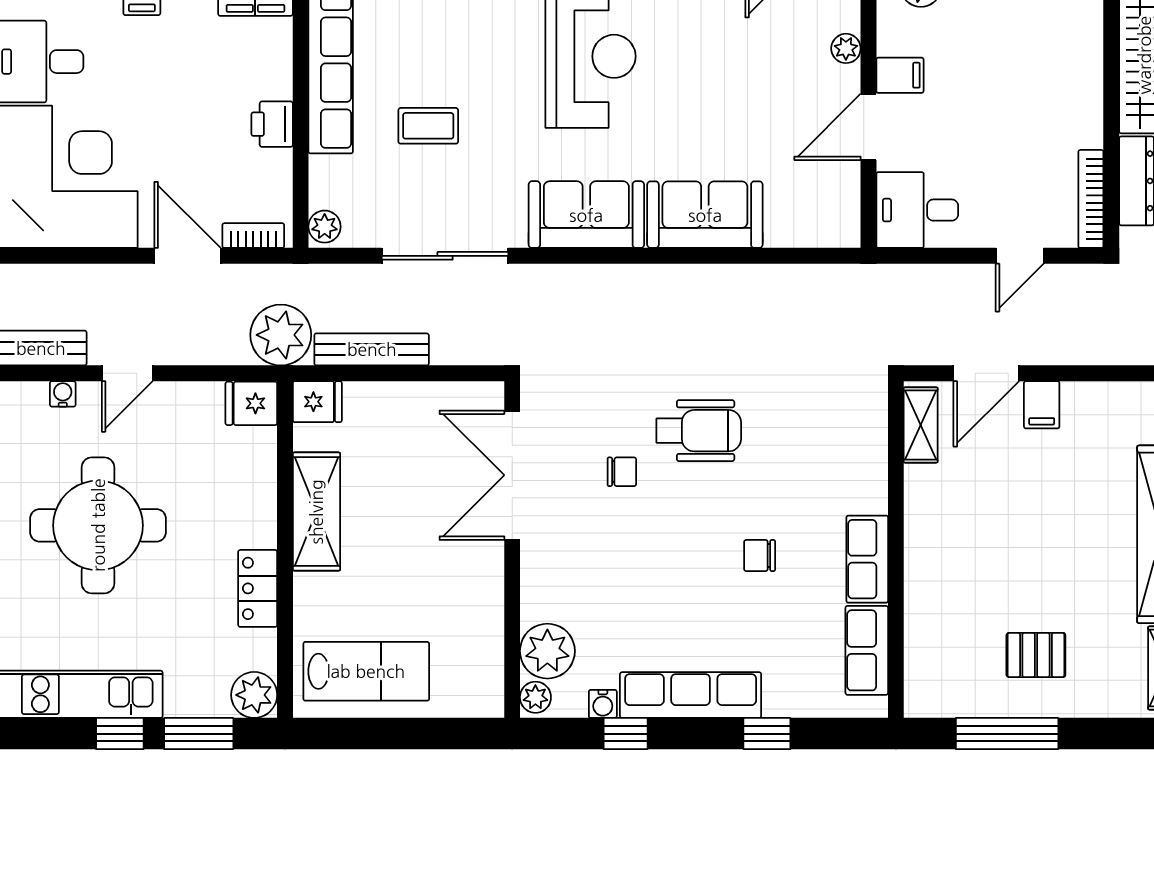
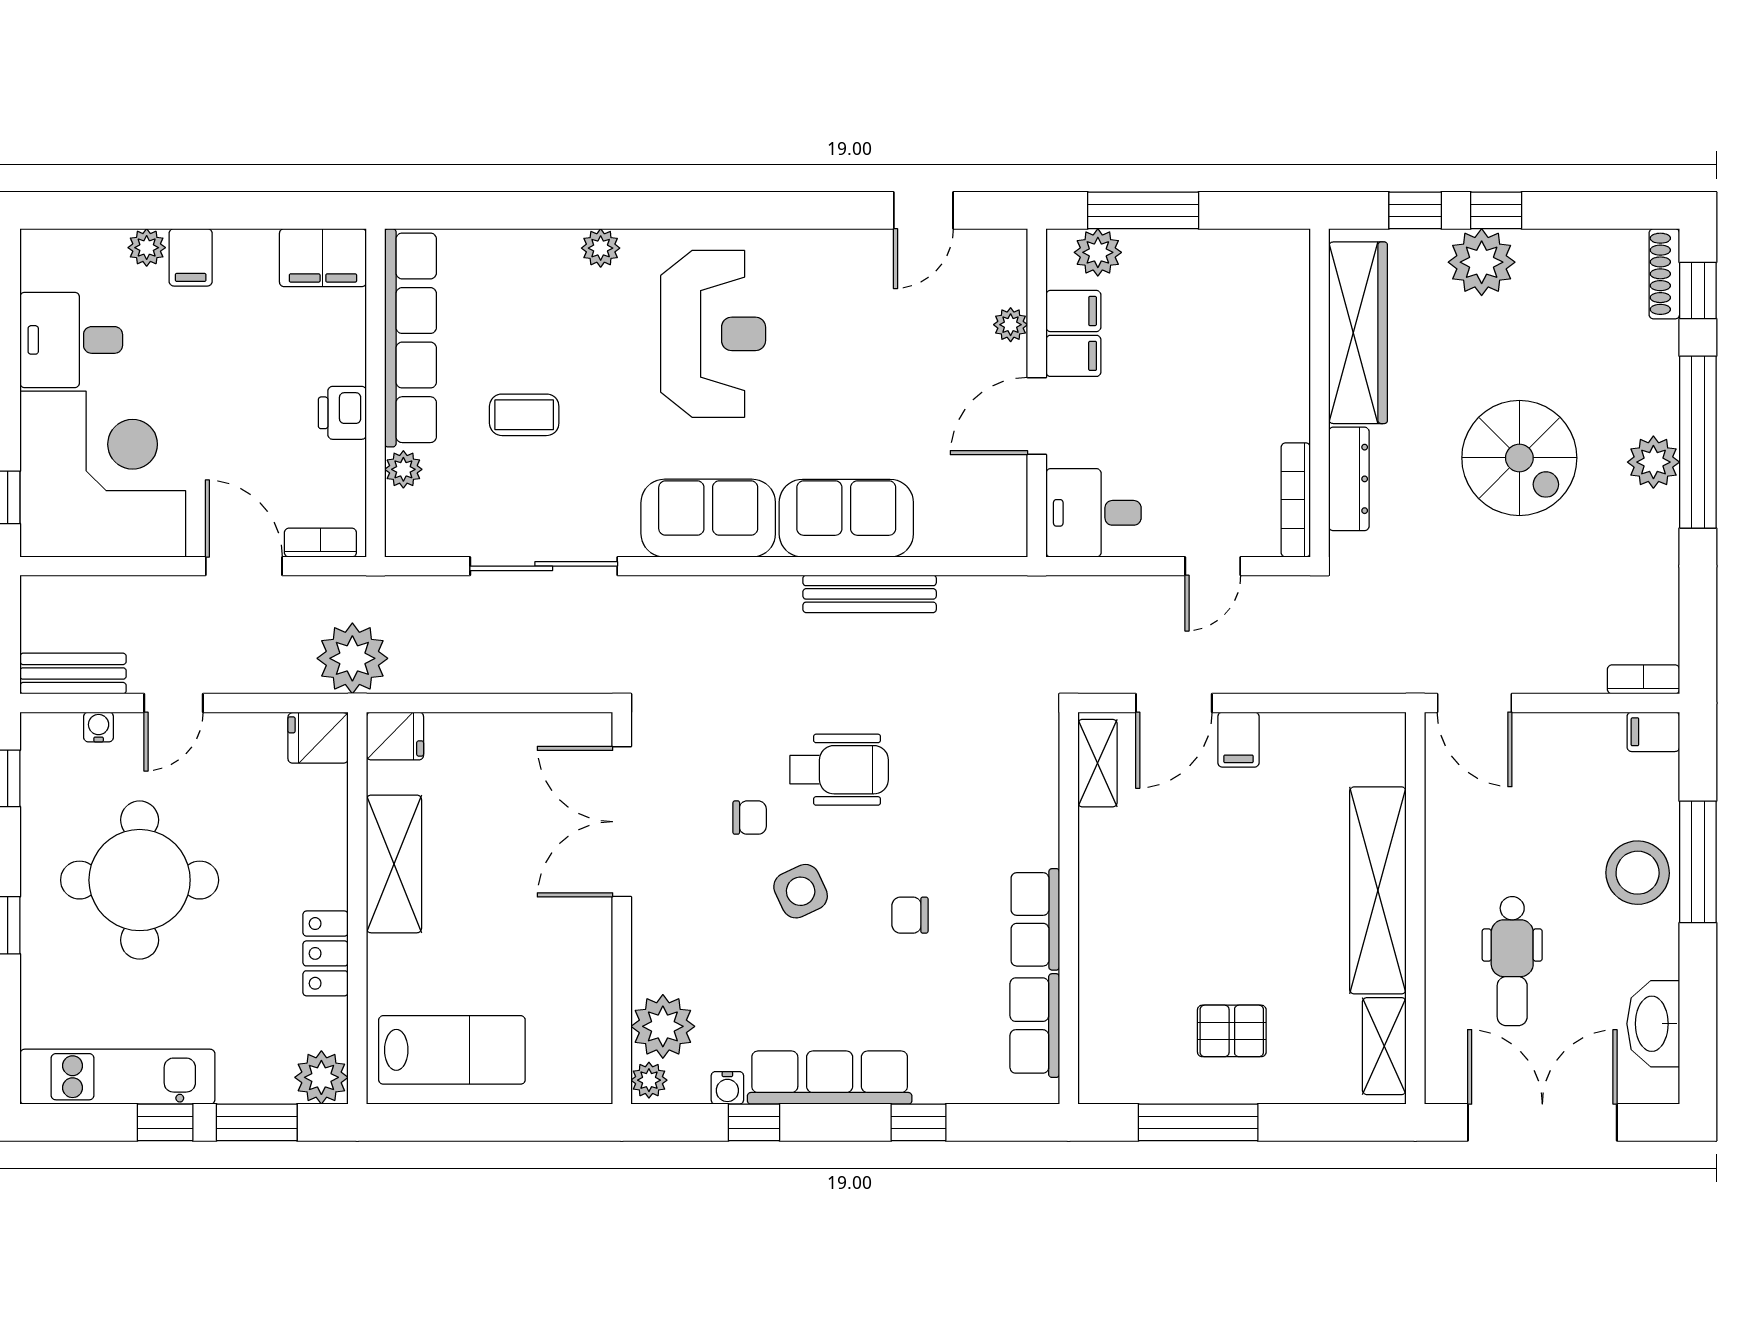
filing cabinet: (900, 37) -> (1073, 311), added
plant: (325, 227) -> (403, 469), moved
bench: (372, 349) -> (870, 594), moved
side table: (666, 535) -> (801, 891), added

